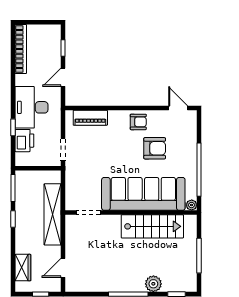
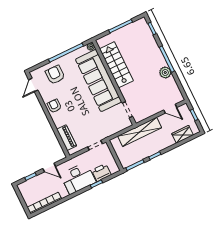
armchair: (155, 148) -> (55, 75), moved
plant: (153, 284) -> (165, 72), moved

